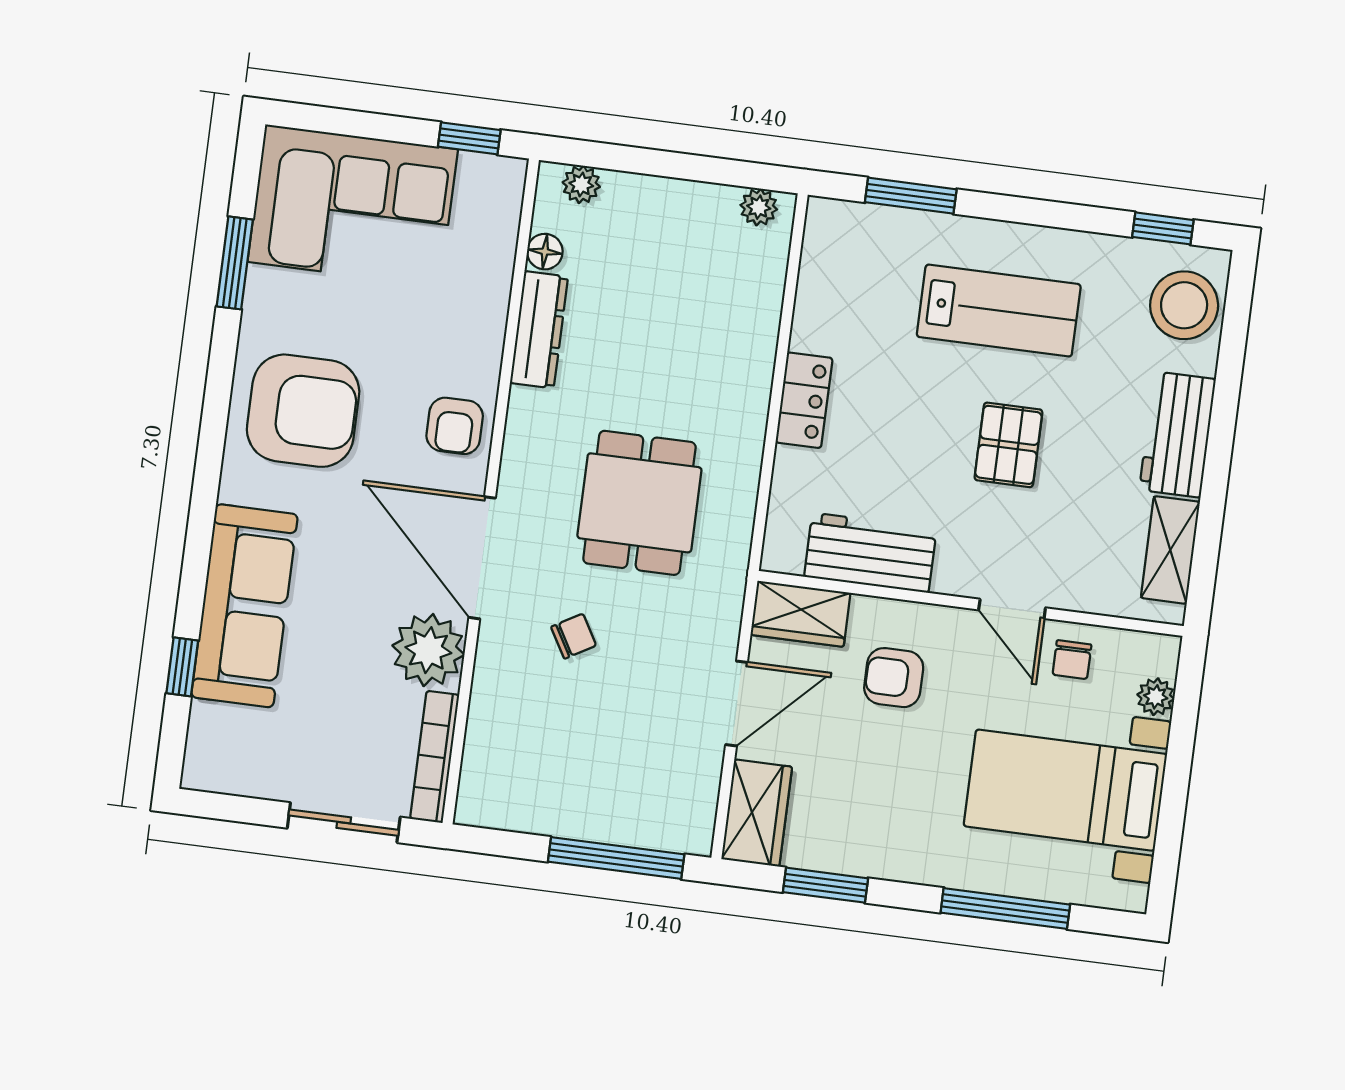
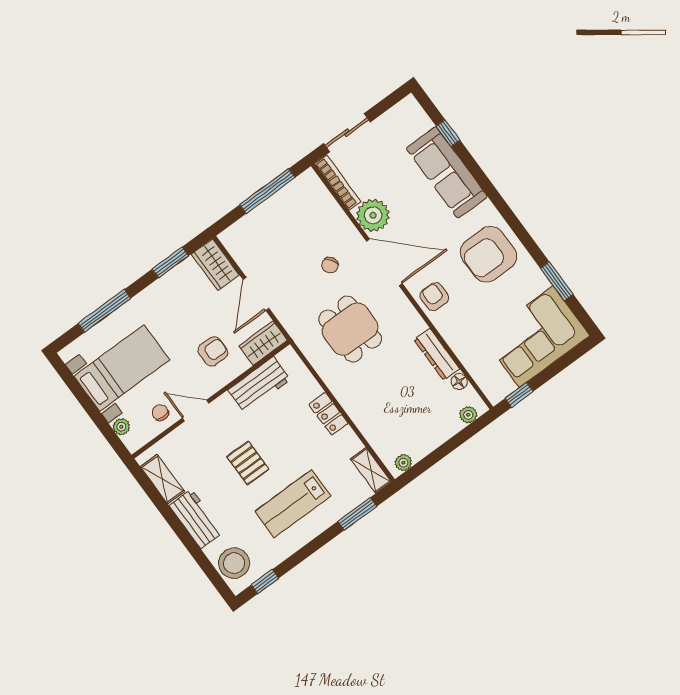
shelving: (823, 244) -> (371, 470), added
window: (616, 858) -> (267, 191), moved

